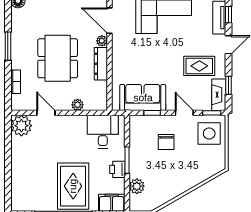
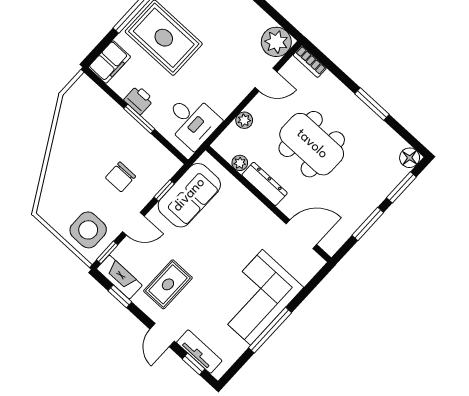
plant: (102, 41) -> (240, 163), moved
bookcase: (16, 82) -> (310, 62), moved
chair: (166, 142) -> (120, 177), turned -90
plant: (137, 186) -> (103, 104), removed

